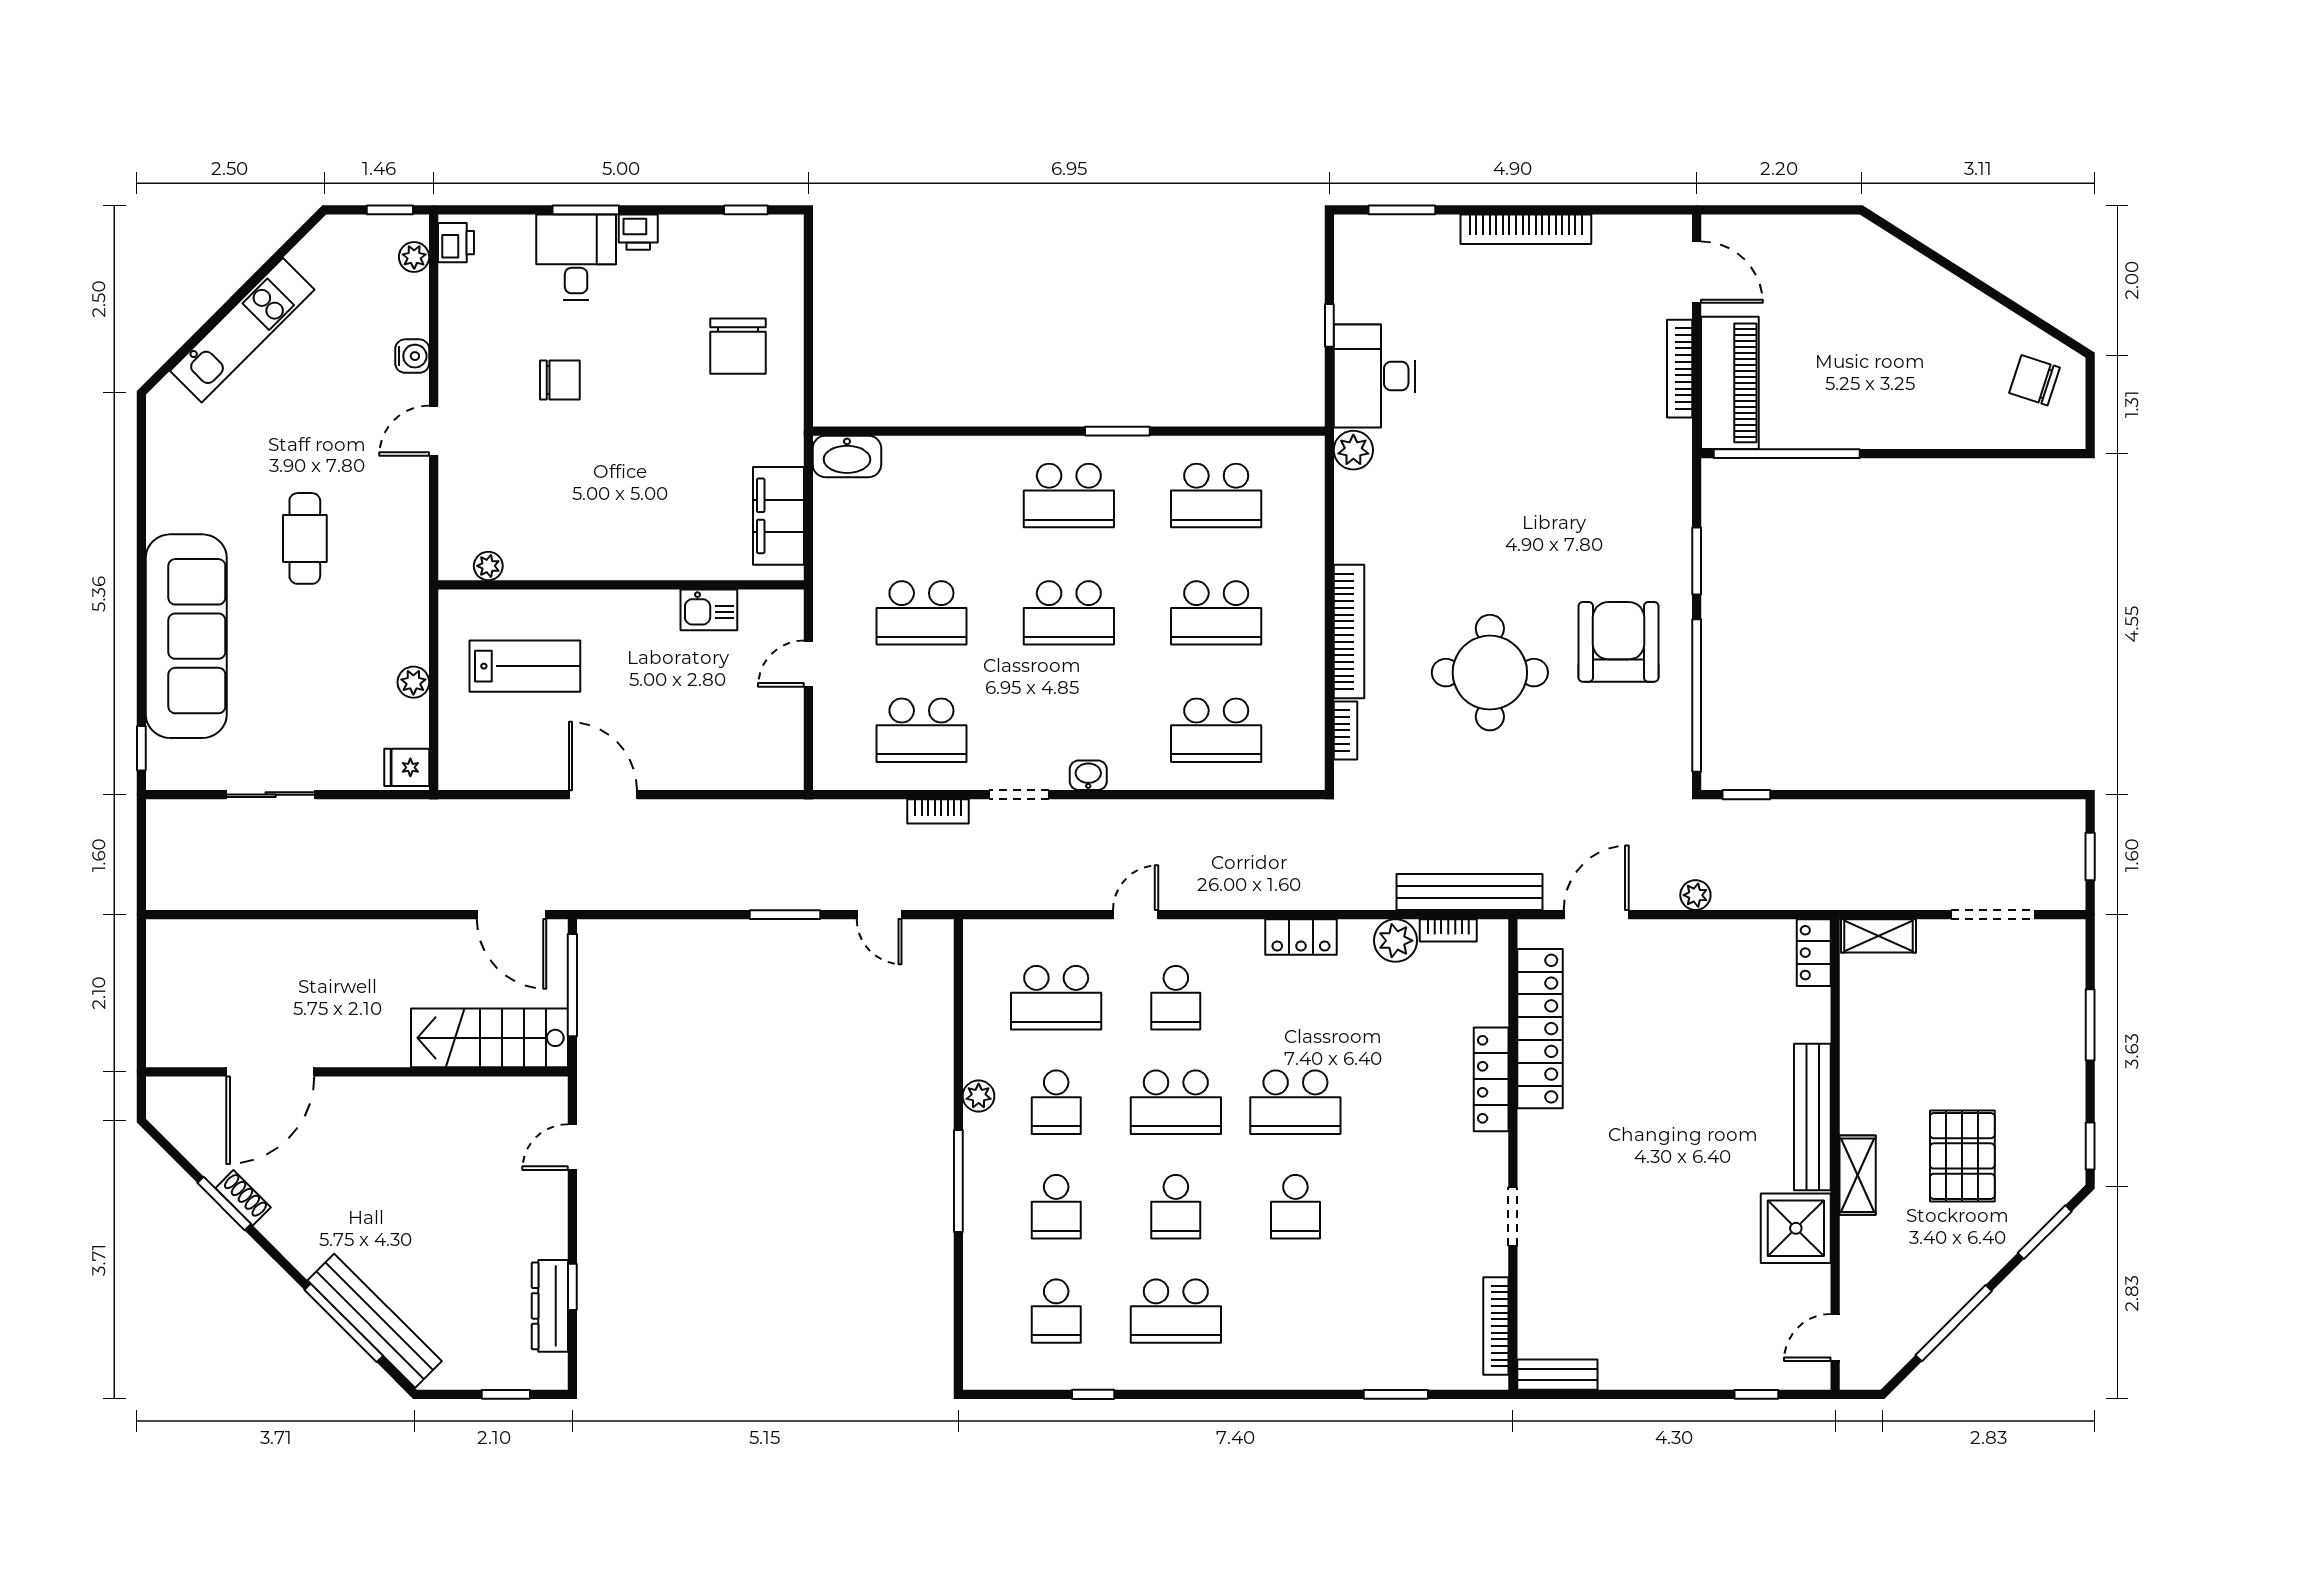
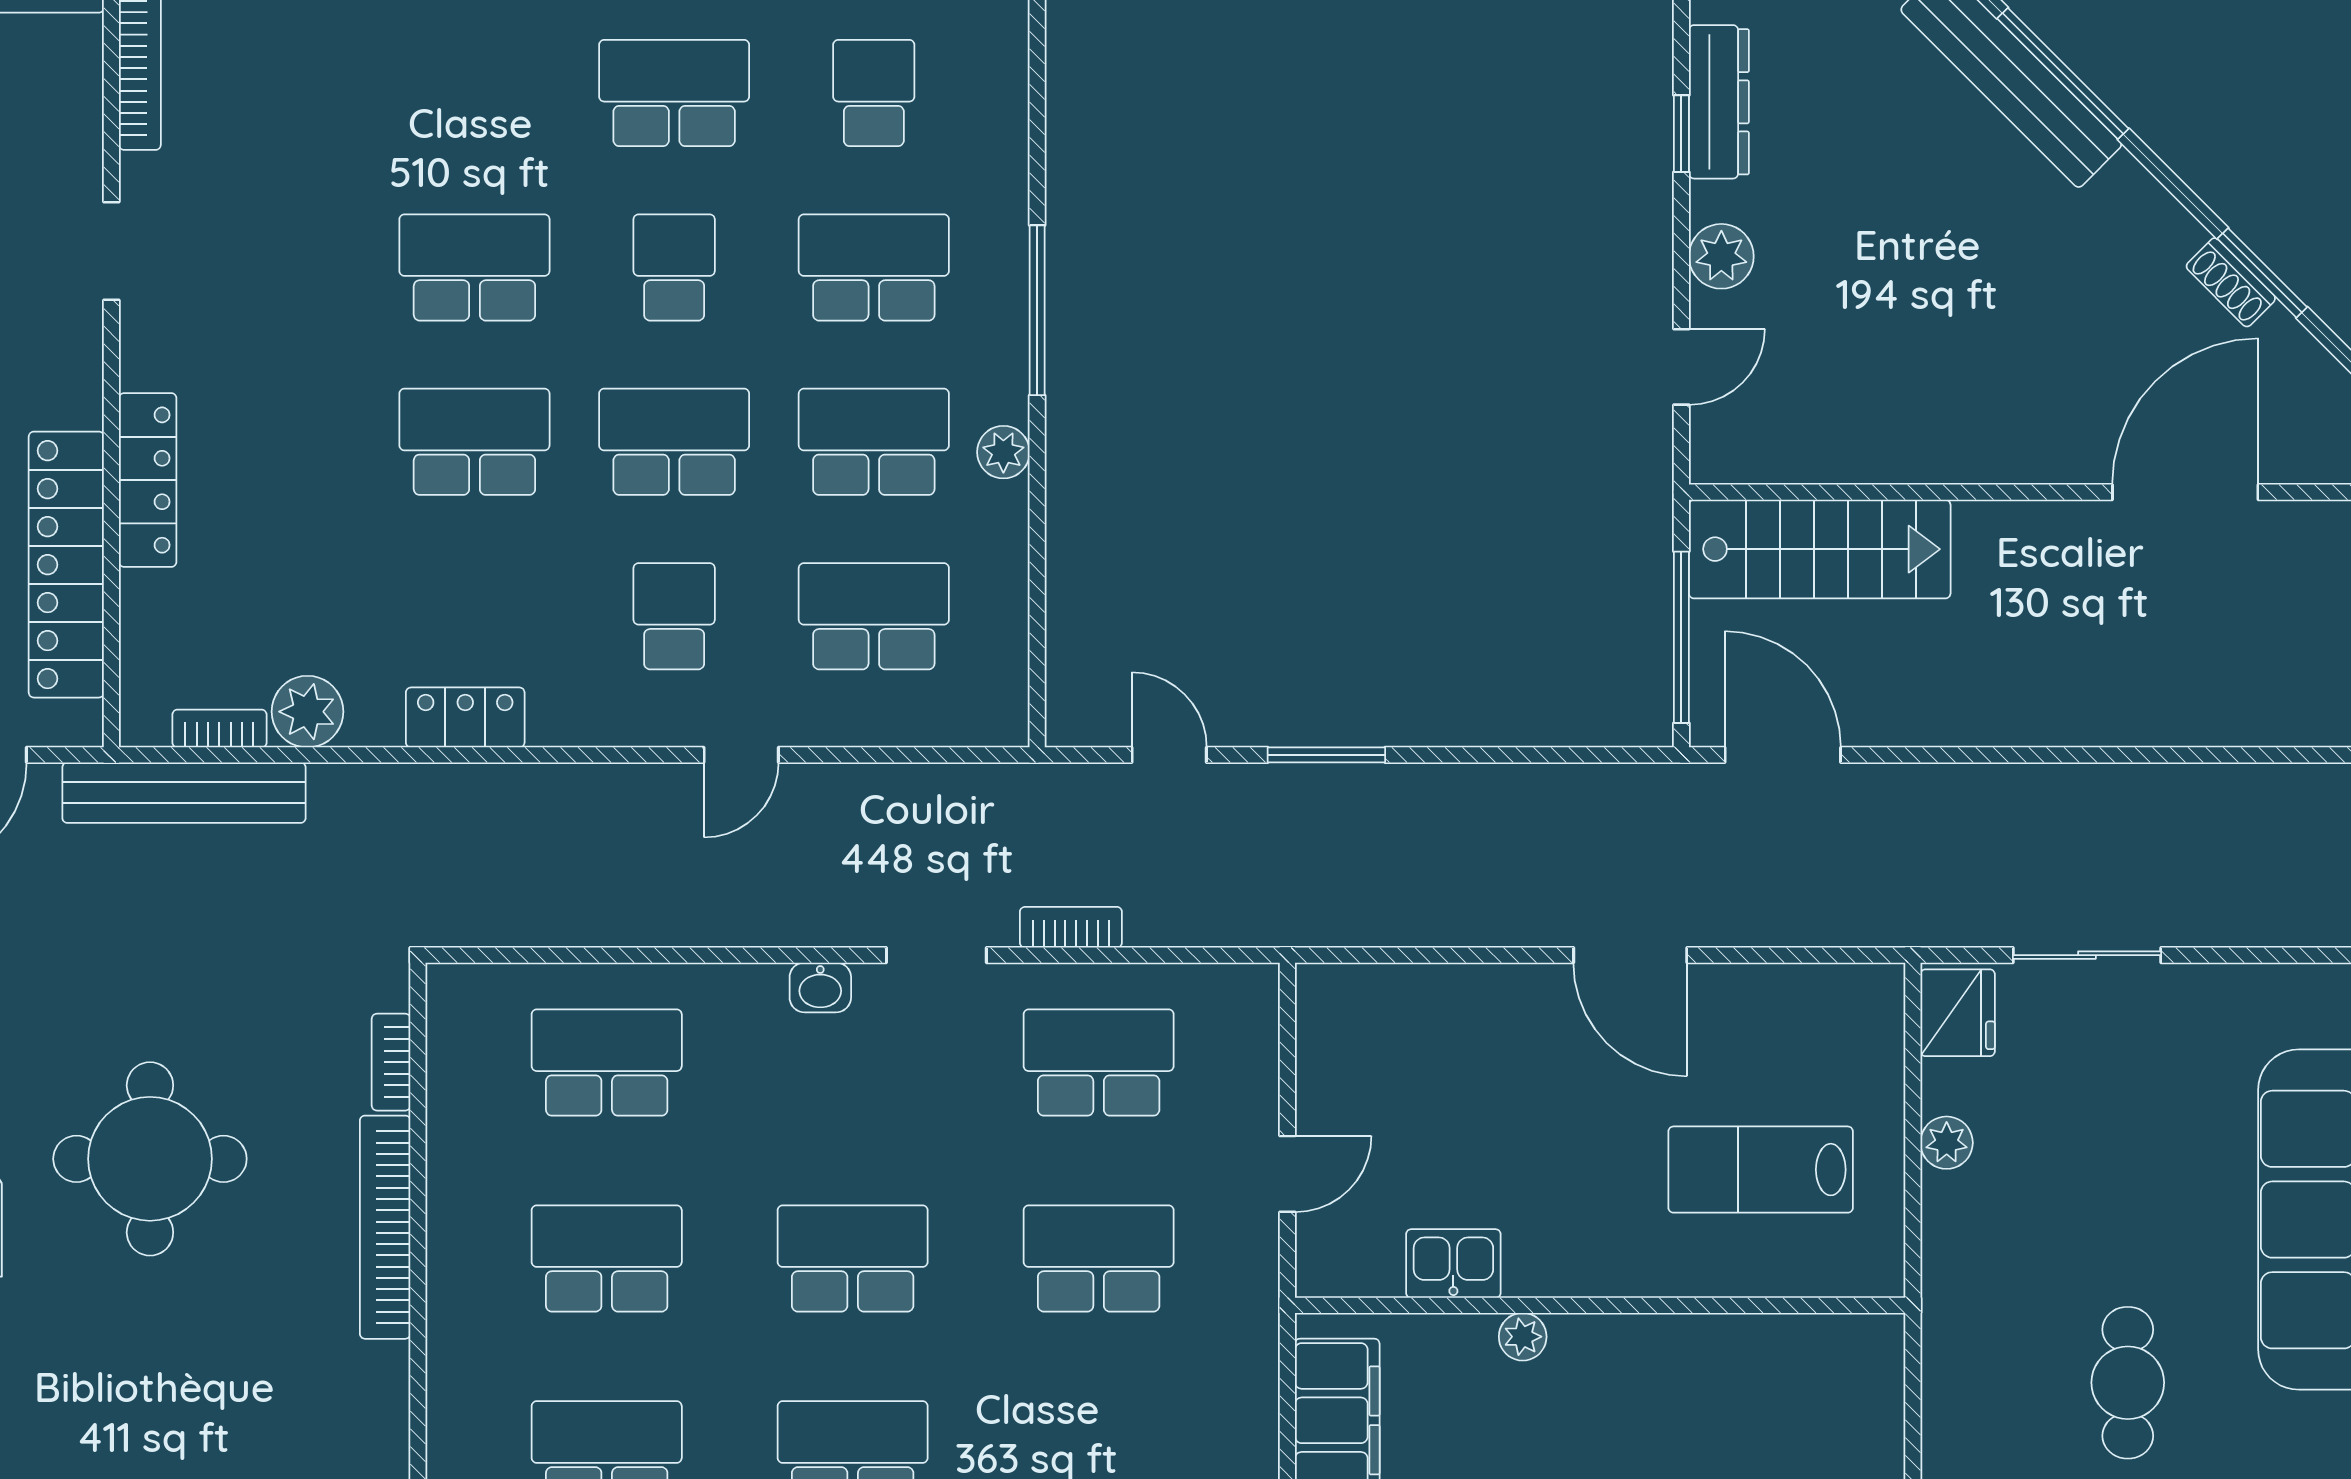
plant: (488, 566) -> (1523, 1337), moved
fridge: (407, 767) -> (1958, 1013), width x1.38
sliding door: (271, 795) -> (2087, 955), moved
school desk: (1056, 1102) -> (874, 442), width x1.85
school desk: (1056, 1207) -> (874, 267), width x1.85
school desk: (1295, 1207) -> (474, 267), width x1.85
plant: (548, 1213) -> (1721, 256), added

